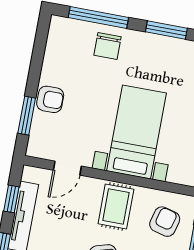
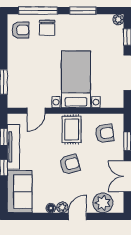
armchair: (50, 99) -> (20, 30), moved
armchair: (165, 222) -> (105, 133), turned 67

